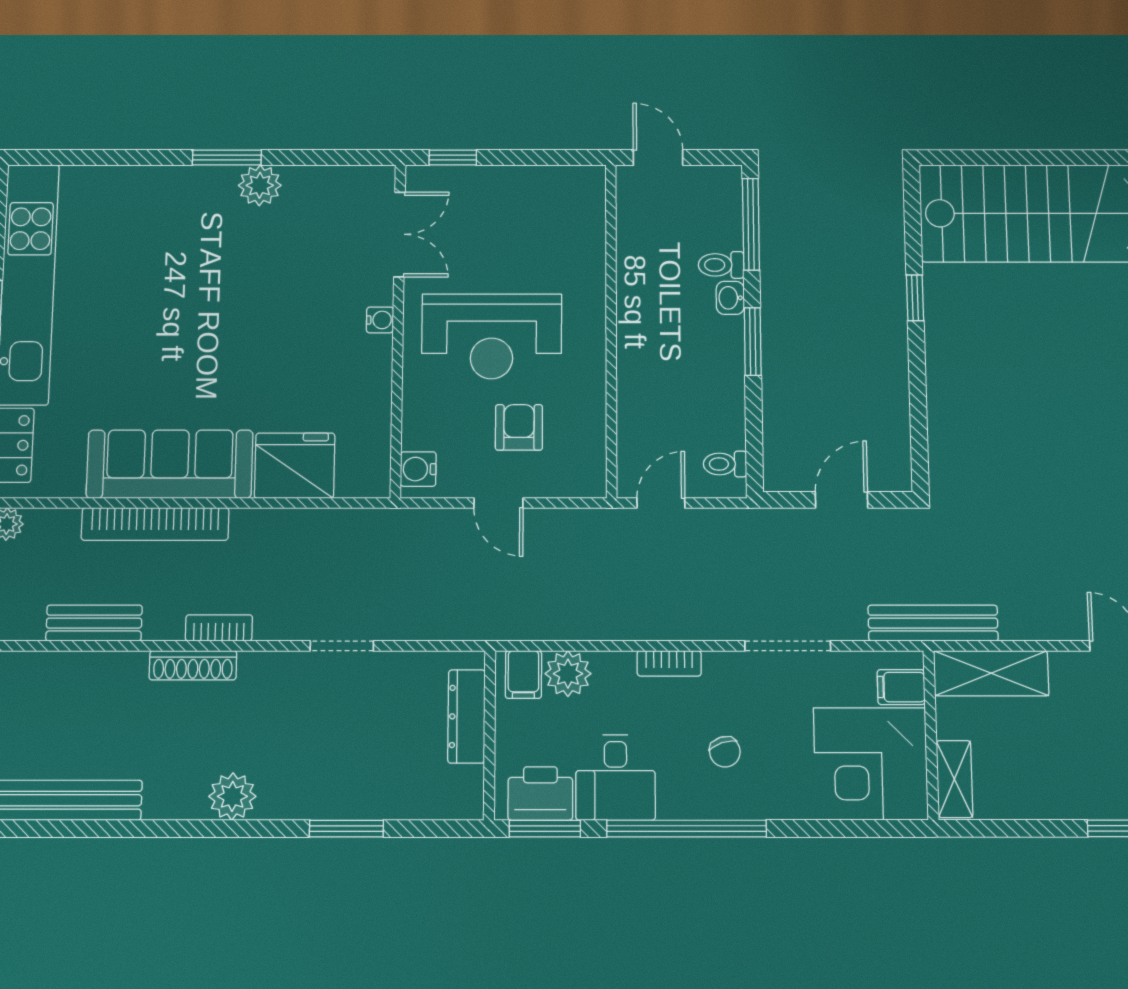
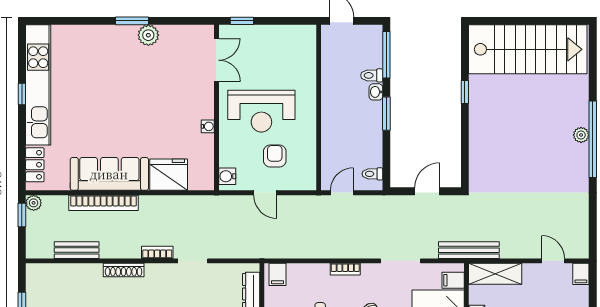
water cooler: (380, 320) -> (208, 126), moved
bookcase: (219, 628) -> (157, 252), moved
plant: (568, 674) -> (298, 274), removed

